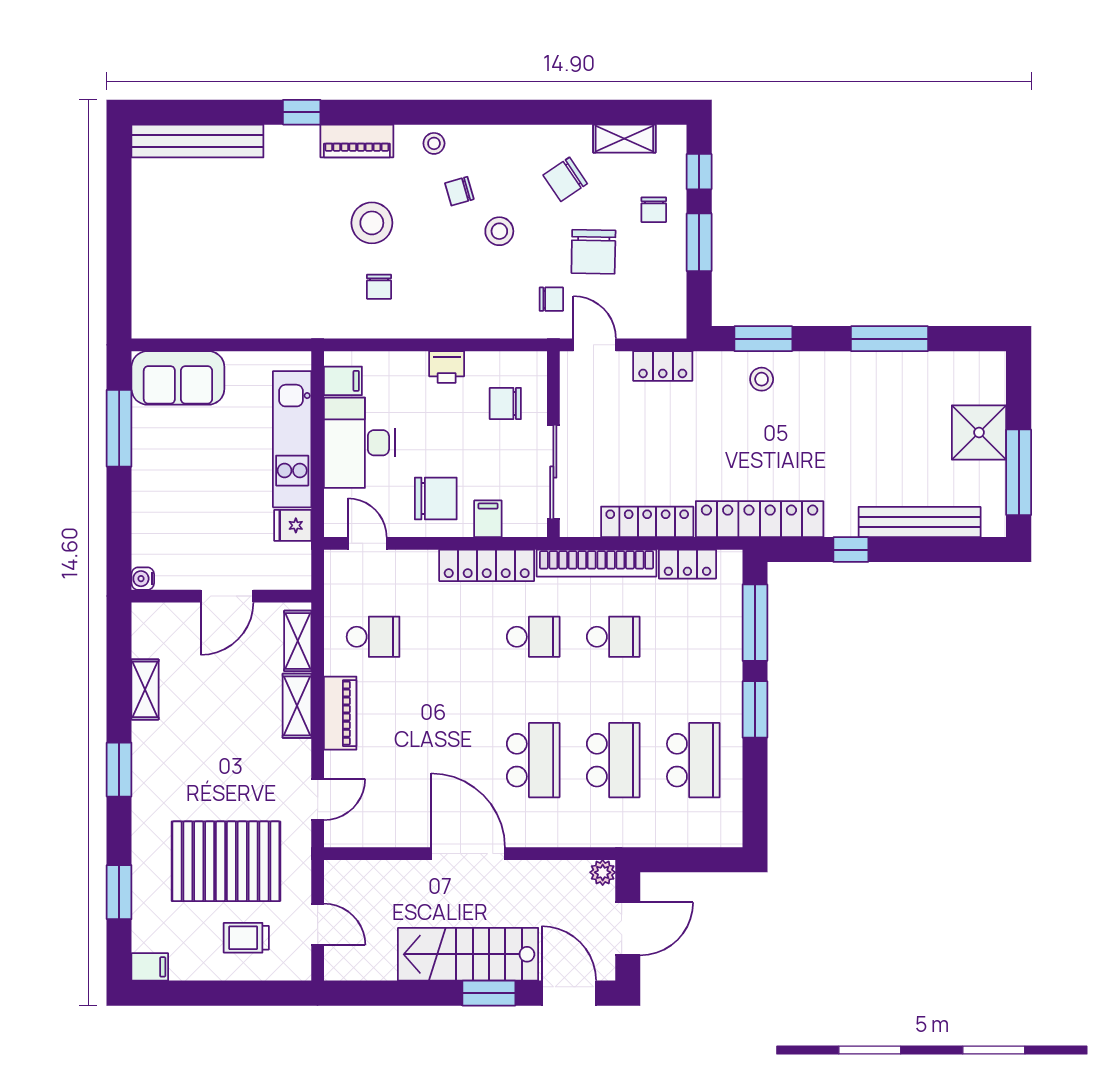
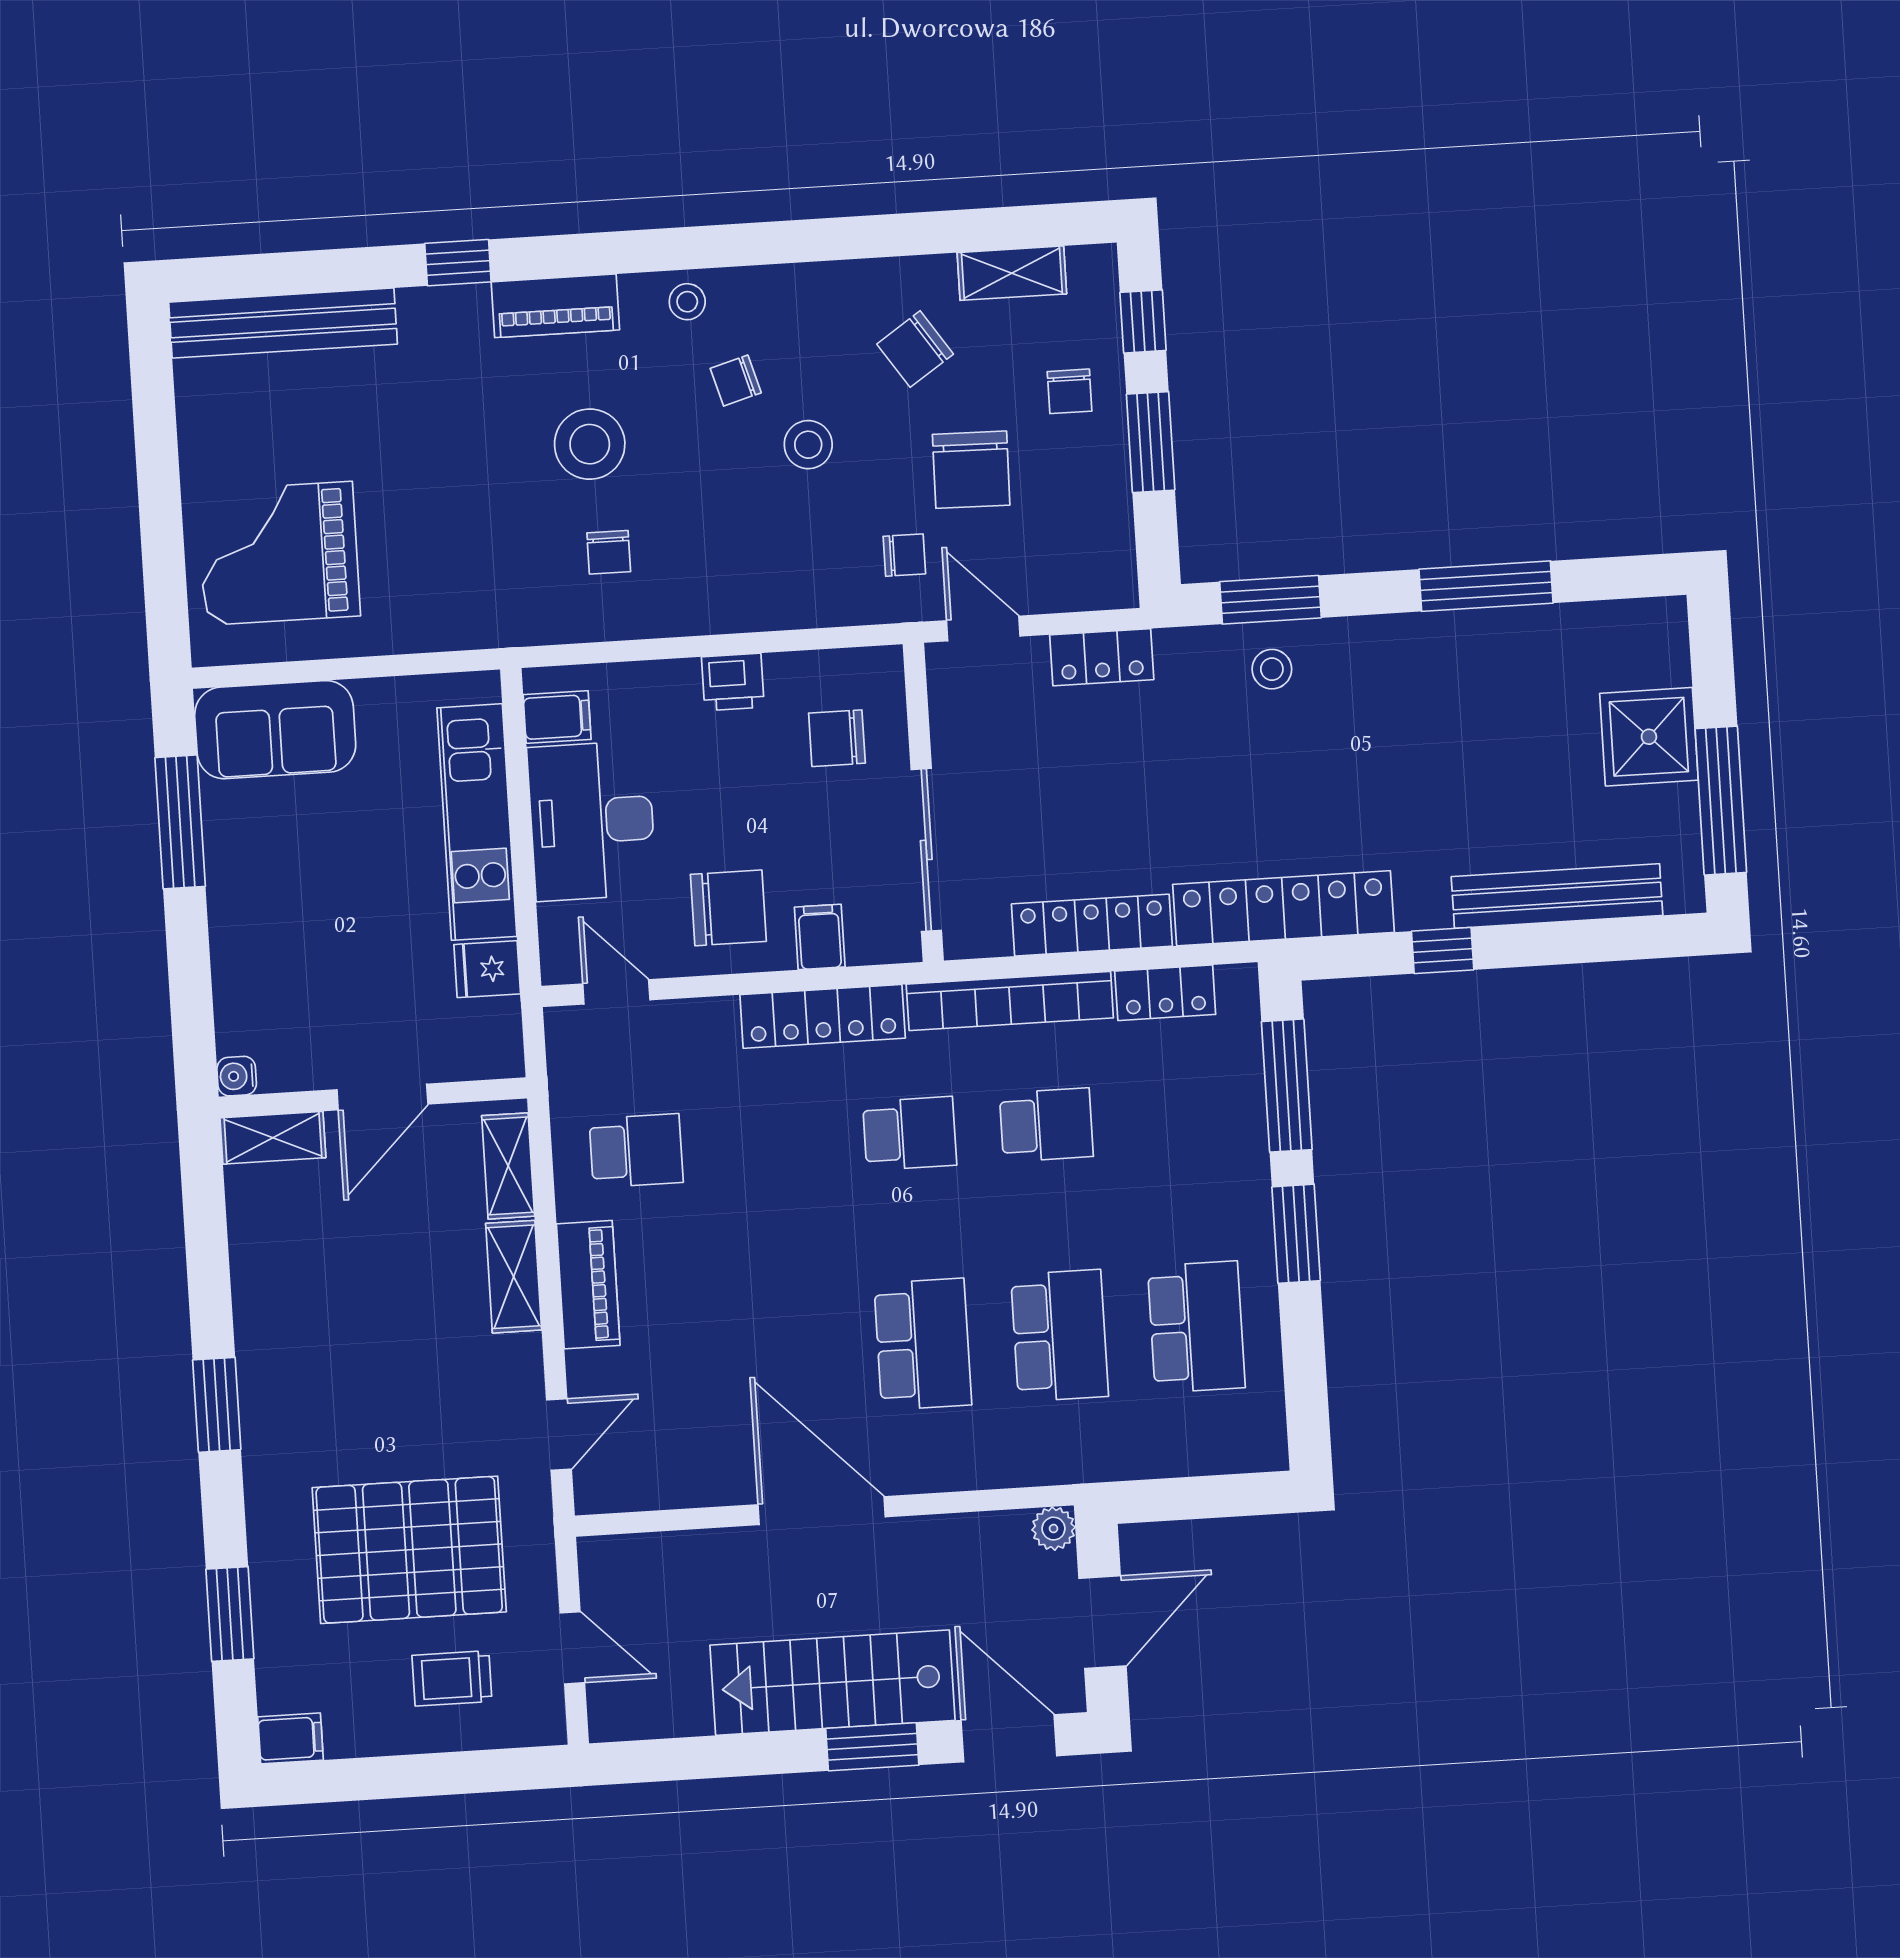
grand piano: (186, 275) -> (279, 553), added
shelving: (145, 689) -> (273, 1138), moved, turned 90

